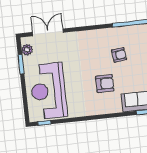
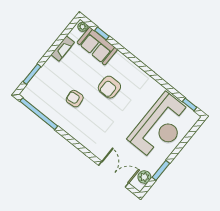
double door: (48, 32) -> (114, 174), swing flipped
armchair: (105, 84) -> (109, 87), turned -90

